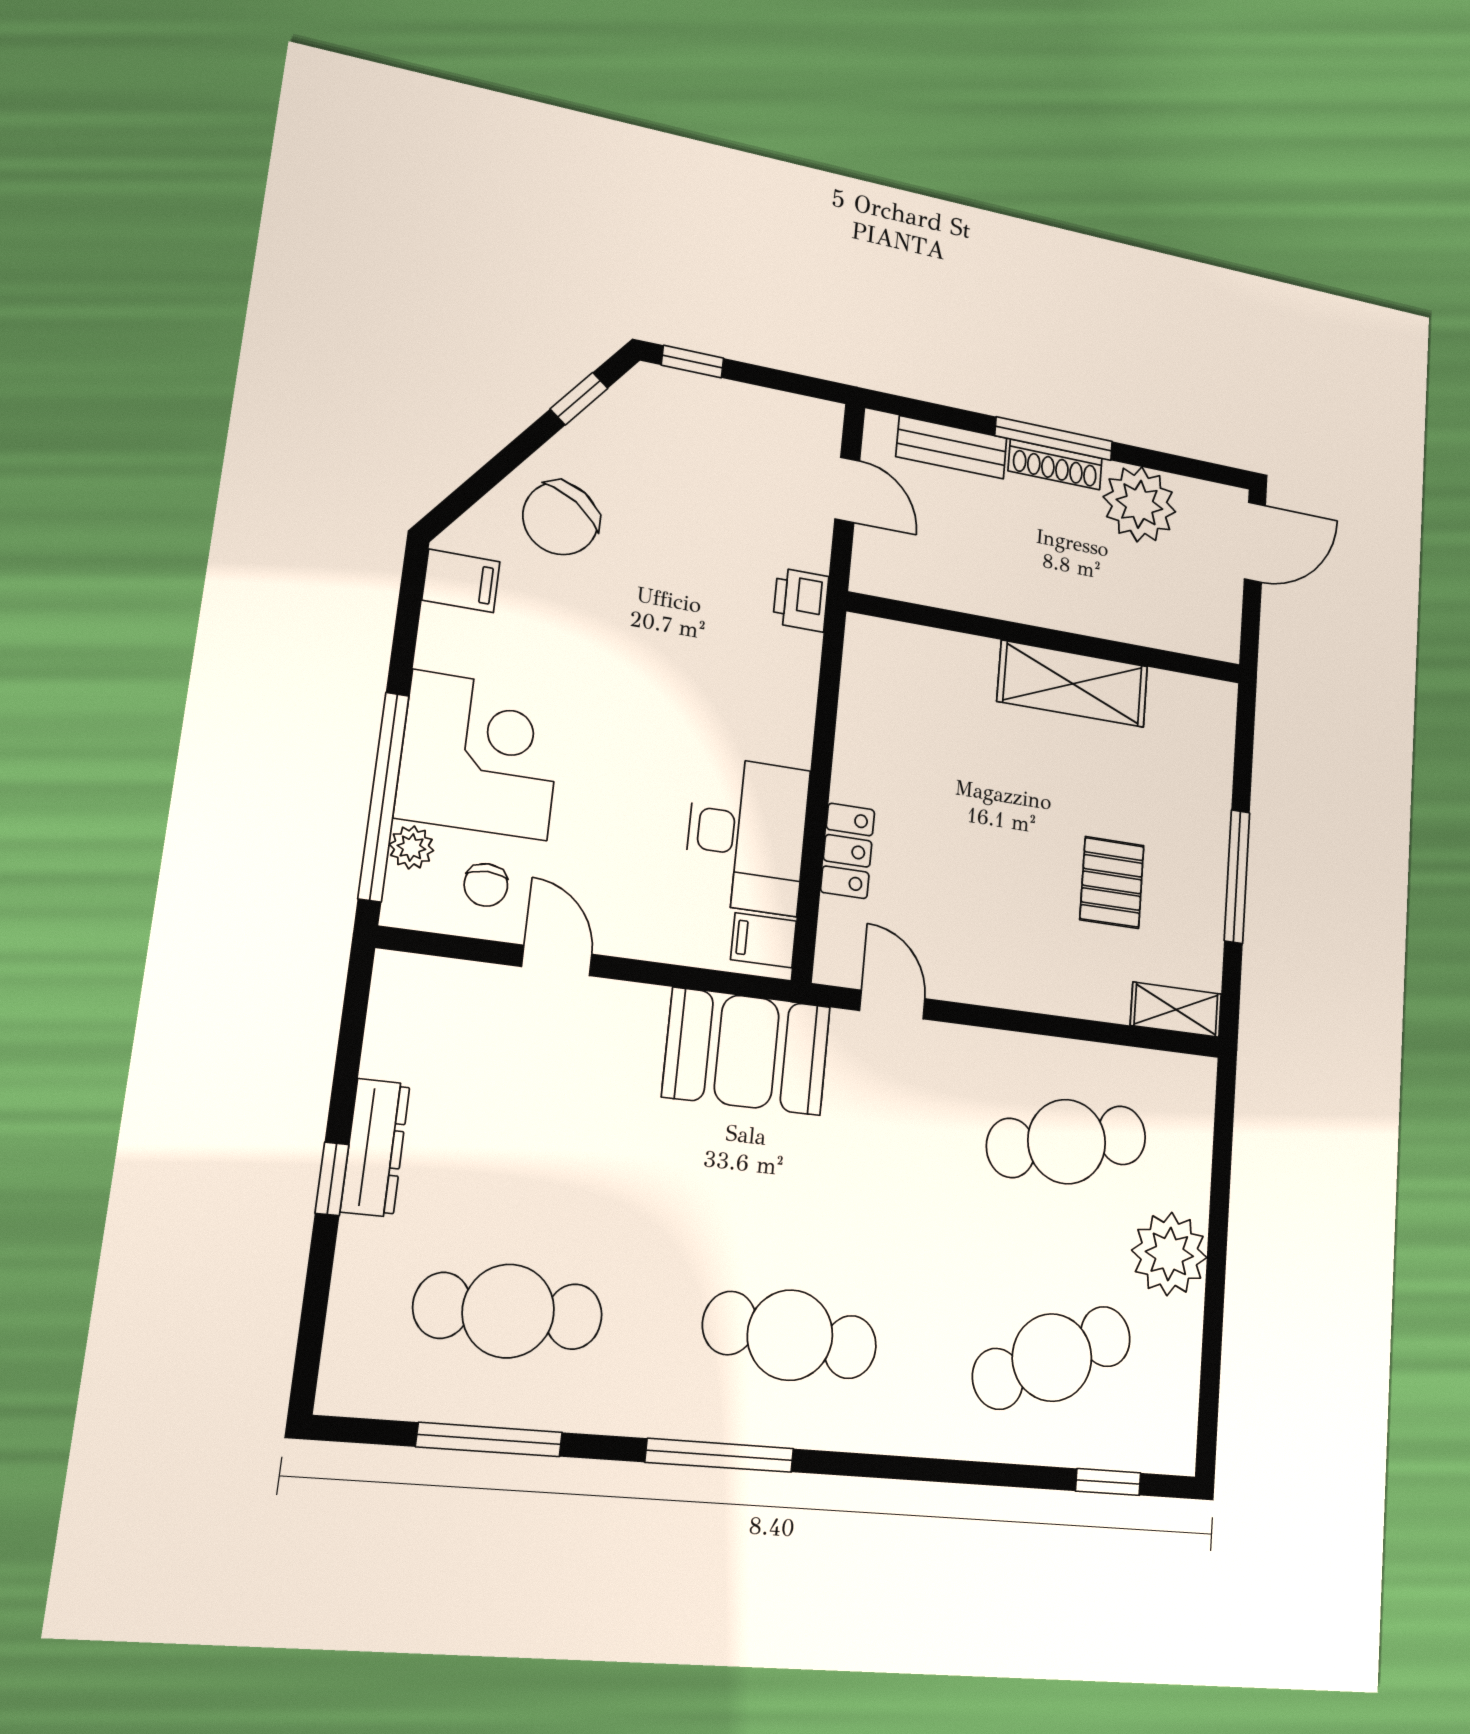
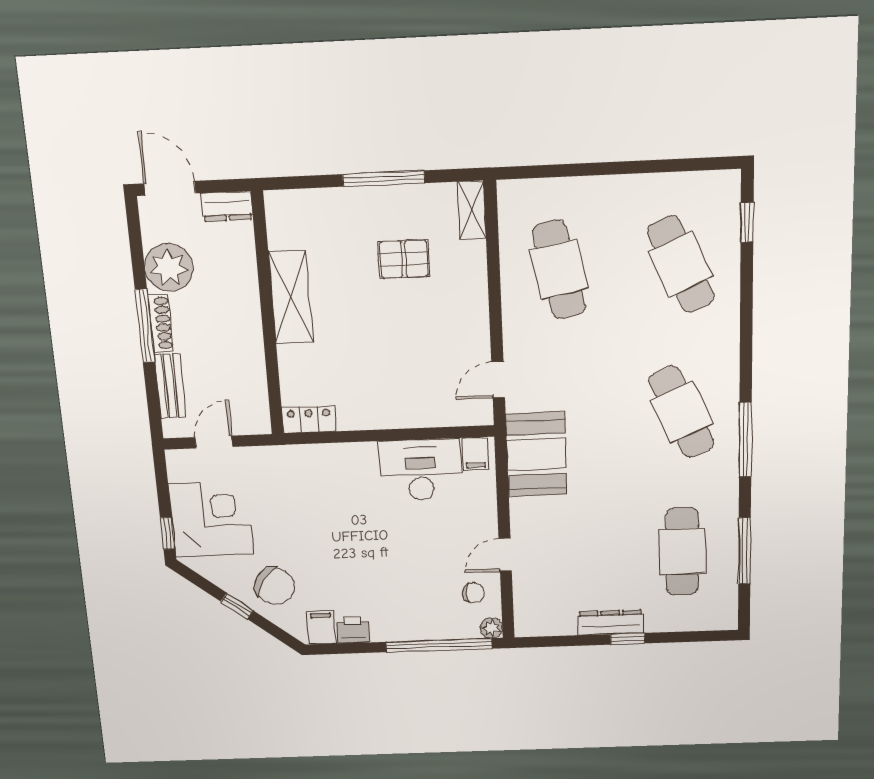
window: (579, 399) -> (237, 606), moved
printer: (801, 600) -> (353, 630), moved, turned 180
dresser: (1221, 621) -> (227, 206), added
corner desk: (480, 755) -> (211, 519), moved, turned 90
plant: (411, 847) -> (491, 628), moved
locker: (848, 851) -> (309, 420), moved
plant: (1169, 1254) -> (615, 199), removed
cafe table: (790, 1335) -> (682, 412), turned -30

